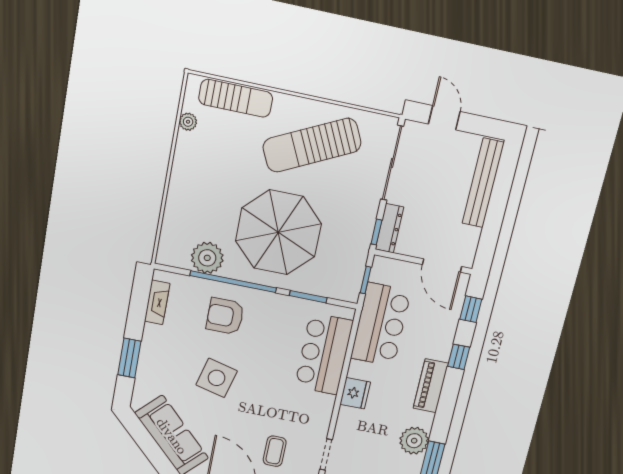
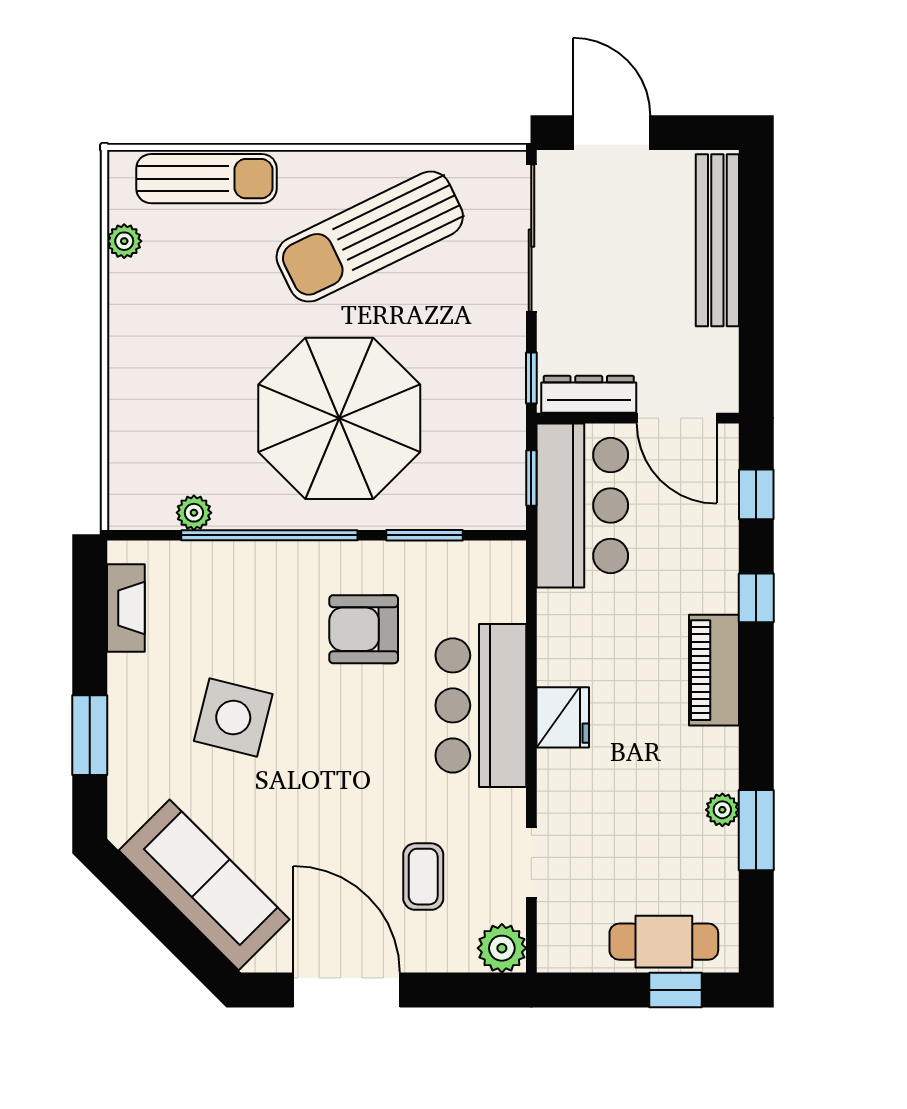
door: (444, 118) -> (612, 133), width x1.38
dresser: (389, 228) -> (589, 394), moved, turned -90
plant: (207, 258) -> (194, 513), width x0.53, depth x0.53
armchair: (225, 316) -> (364, 629), moved
bar counter: (381, 325) -> (582, 506), moved
bar counter: (324, 354) -> (481, 705), moved
side table: (217, 378) -> (233, 717), moved
plant: (414, 441) -> (722, 810), width x0.53, depth x0.53

